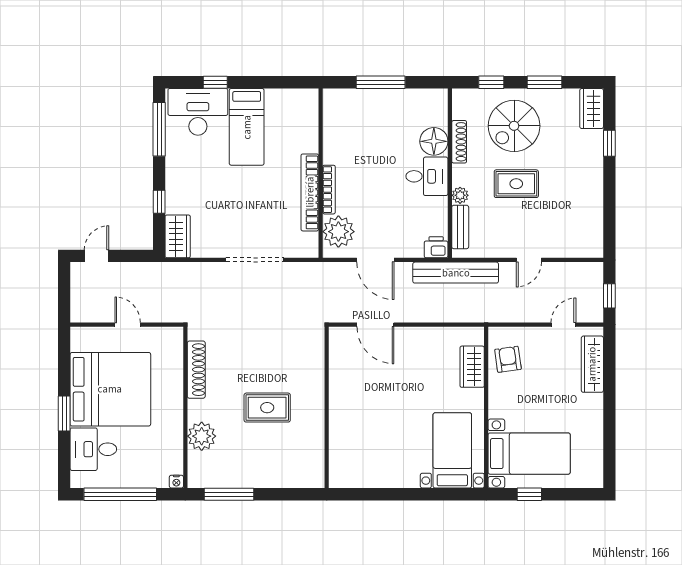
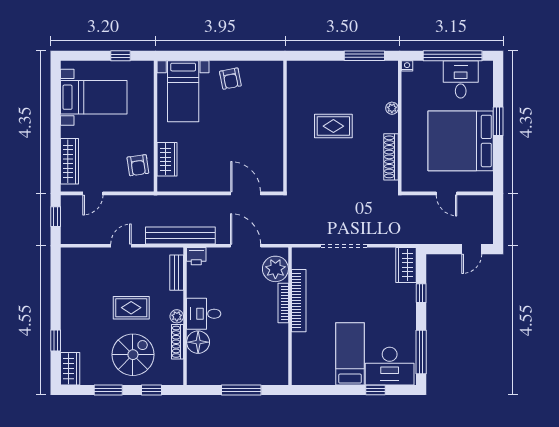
plant: (460, 195) -> (177, 316), moved
plant: (202, 436) -> (392, 108), width x0.53, depth x0.53
desk: (93, 449) -> (461, 79), moved, turned -90
bed with nightstands: (529, 454) -> (94, 97), moved, turned 180
armchair: (394, 466) -> (230, 79), added

